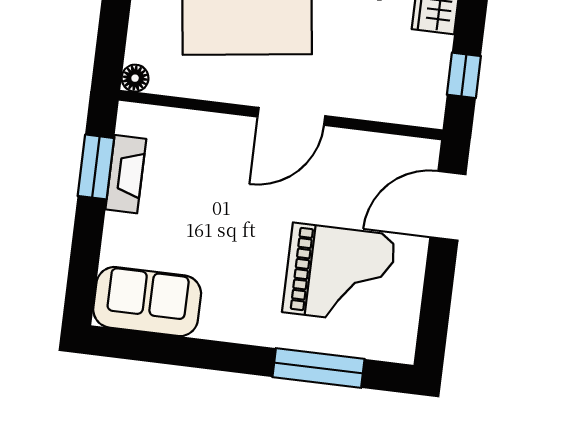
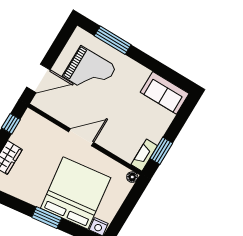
fireplace: (126, 174) -> (144, 155), moved
grand piano: (339, 274) -> (89, 71), turned 180

